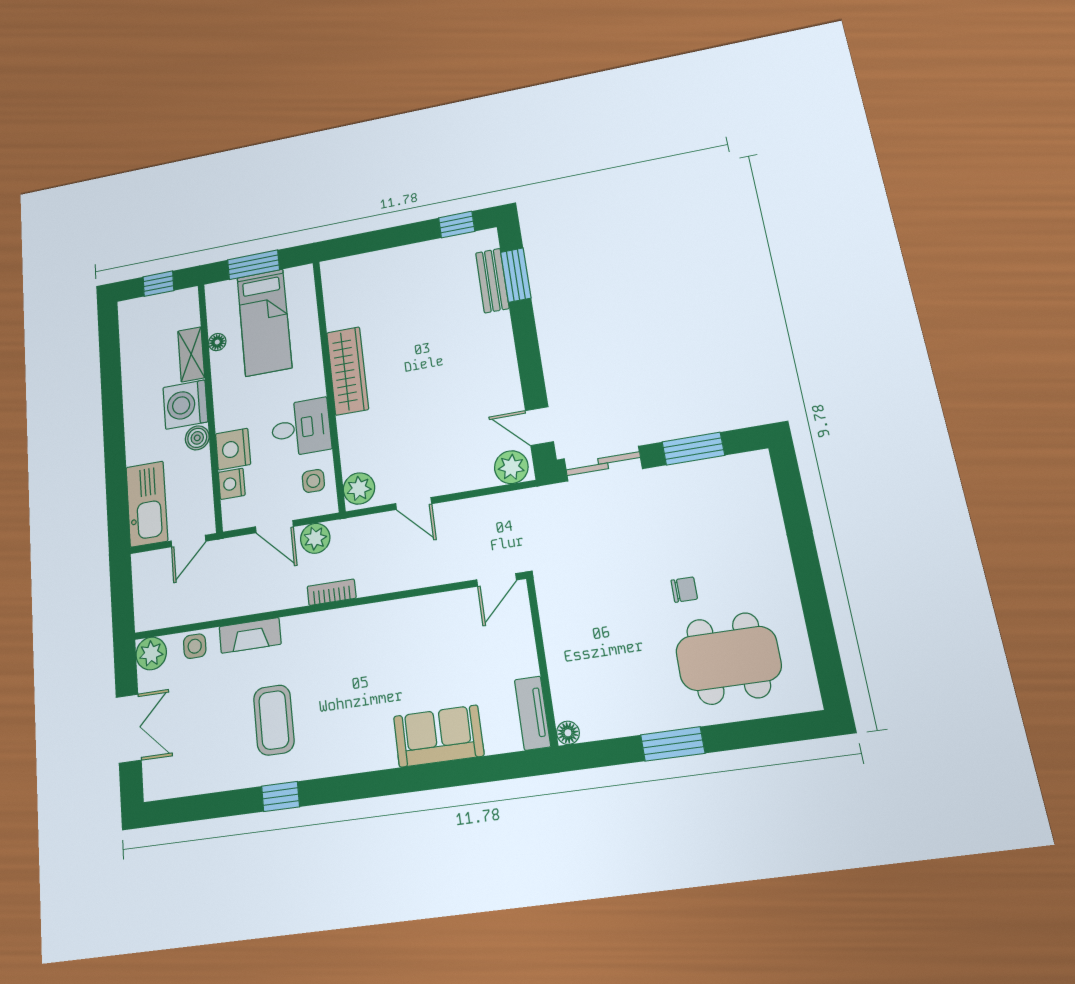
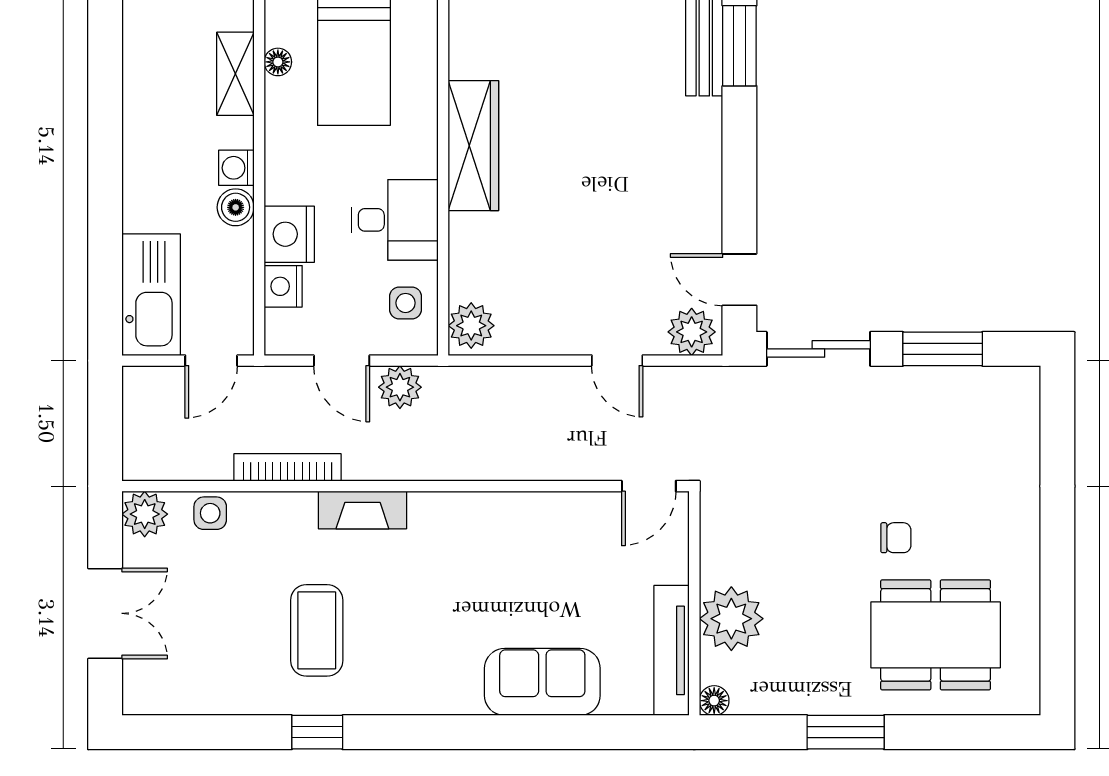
washing machine: (185, 405) -> (236, 168), width x0.53, depth x0.53
door: (414, 504) -> (617, 361), moved
bookcase: (332, 592) -> (287, 467), moved, width x1.56
fireplace: (250, 635) -> (362, 510), moved
plant: (571, 668) -> (731, 619), added
tv unit: (533, 713) -> (672, 650), width x1.41

